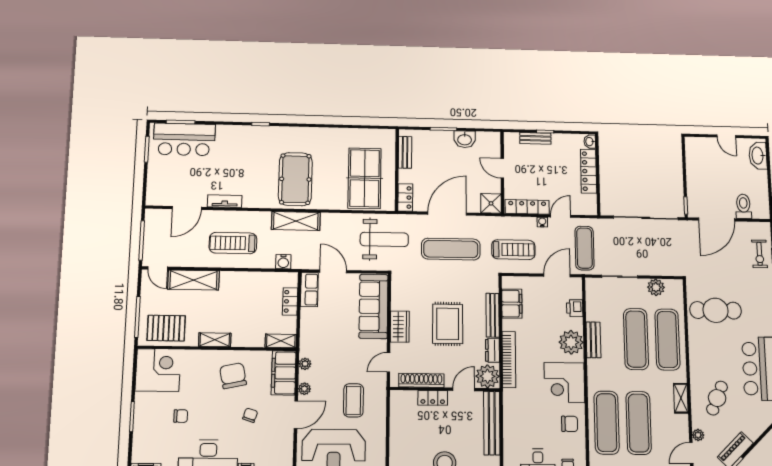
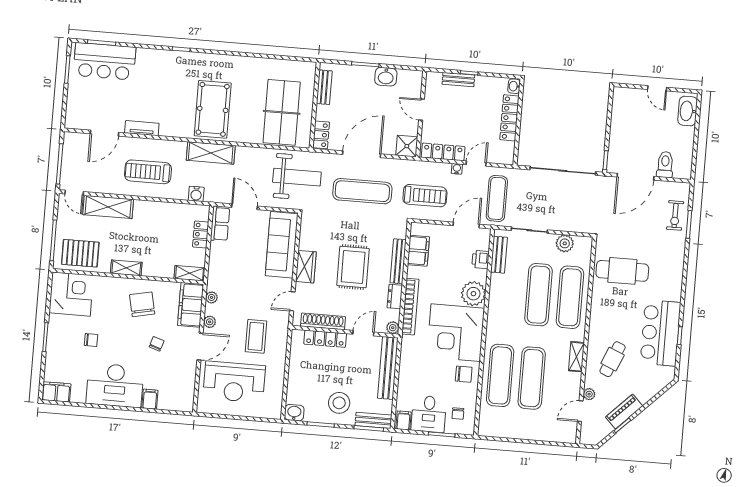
bench: (593, 340) -> (499, 255), moved
plant: (488, 376) -> (393, 328), width x0.53, depth x0.53
corner desk: (564, 383) -> (456, 333), width x1.36, depth x1.36
locker: (433, 398) -> (325, 339), width x1.53

